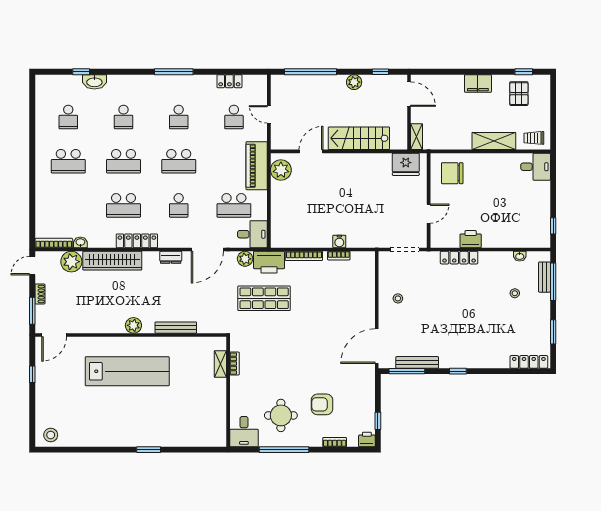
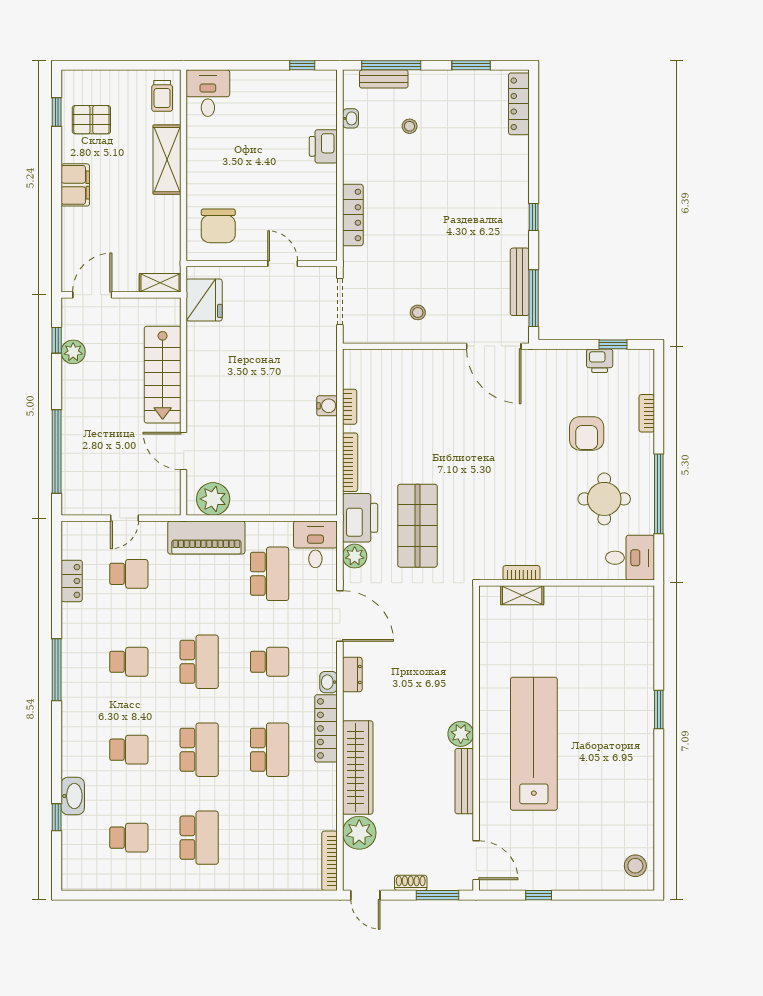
plant: (354, 82) -> (73, 352), moved
printer: (471, 239) -> (323, 146), moved
washbasin: (80, 242) -> (328, 682), moved
bench: (176, 328) -> (464, 781), moved
printer: (367, 439) -> (600, 361), moved, turned -90

